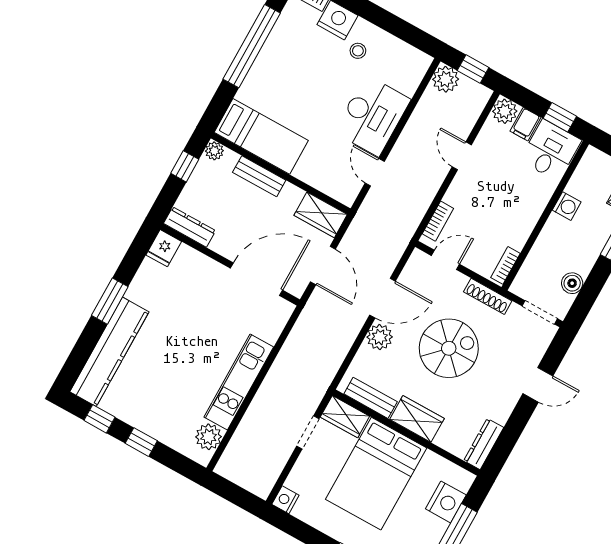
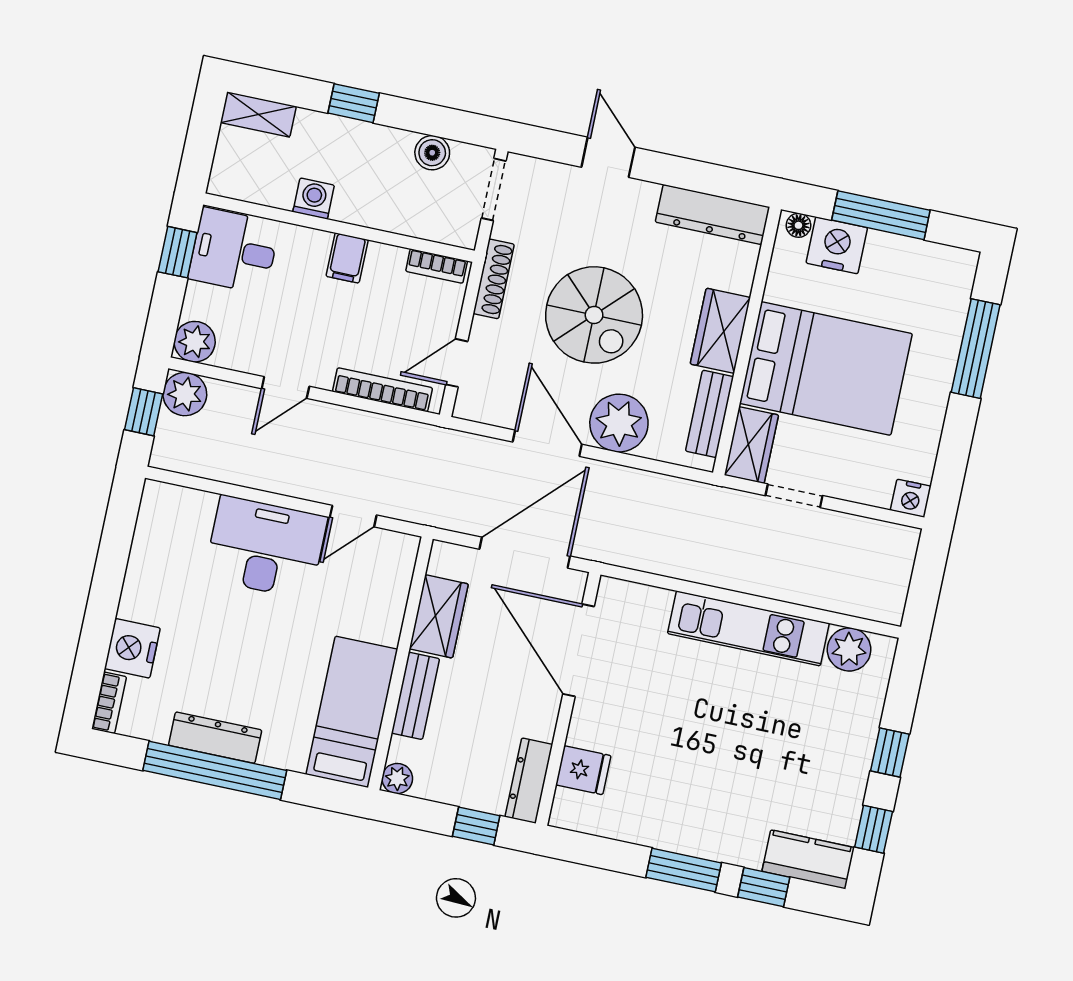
stool: (358, 51) -> (171, 601), removed
dresser: (271, 52) -> (215, 738), added
plant: (446, 79) -> (185, 394), moved
filing cabinet: (525, 124) -> (347, 258), moved, turned 90
window: (185, 166) -> (476, 826), moved
wardrobe: (321, 215) -> (439, 616), moved
bookcase: (438, 221) -> (382, 390), width x1.56
fridge: (164, 248) -> (583, 770), moved
door: (445, 260) -> (457, 363), hinge flipped
door: (323, 265) -> (525, 553), width x1.36
plant: (380, 337) -> (619, 423), width x1.36, depth x1.36
window: (86, 345) -> (764, 887), added
spiral stairs: (449, 348) -> (594, 315), turned 180
kitchen counter: (109, 352) -> (808, 859), width x0.48, depth x0.86
dresser: (484, 444) -> (713, 214), width x1.37, depth x1.24
floor lamp: (464, 483) -> (798, 225), added

